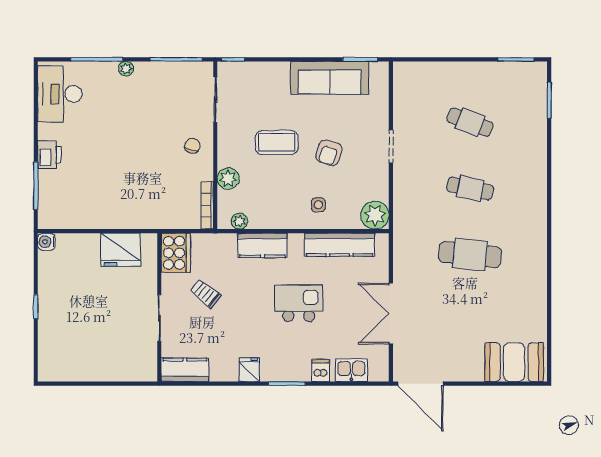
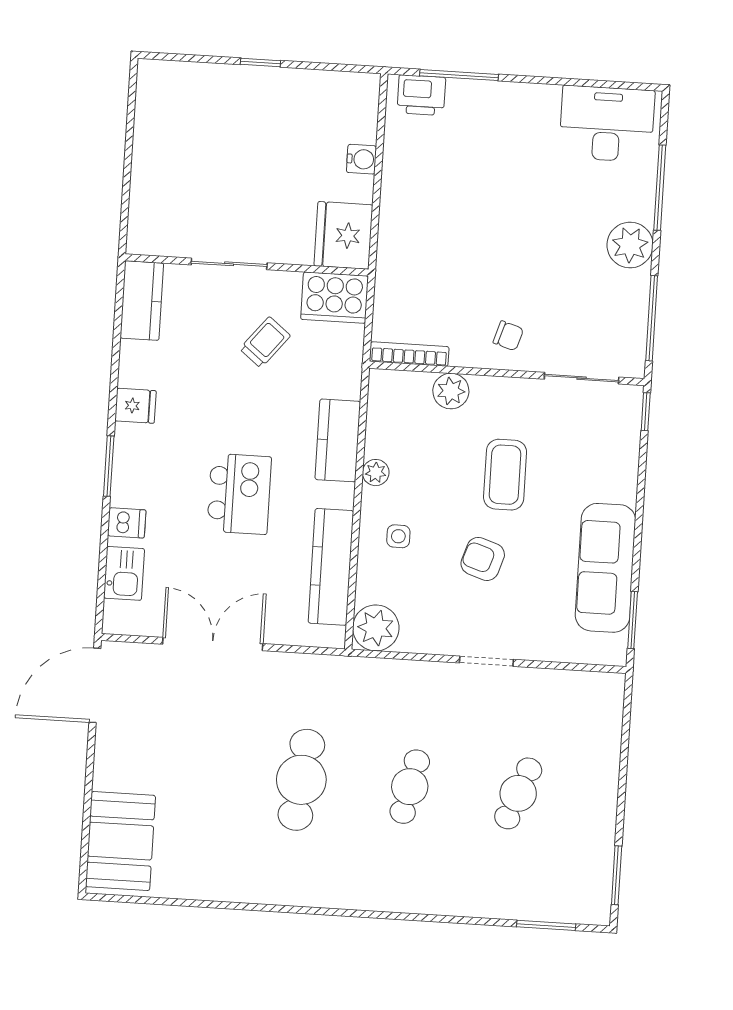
plant: (126, 69) -> (630, 245), width x1.88, depth x1.88
printer: (49, 155) -> (421, 95), moved
plant: (239, 221) -> (376, 473), moved
water cooler: (46, 242) -> (361, 159), moved, turned 90
fridge: (121, 250) -> (343, 235), moved

